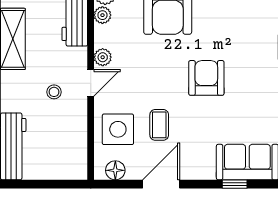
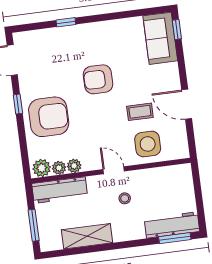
plant: (103, 57) -> (74, 166), moved
floor lamp: (115, 170) -> (180, 142), removed
window: (235, 184) -> (177, 30), moved

